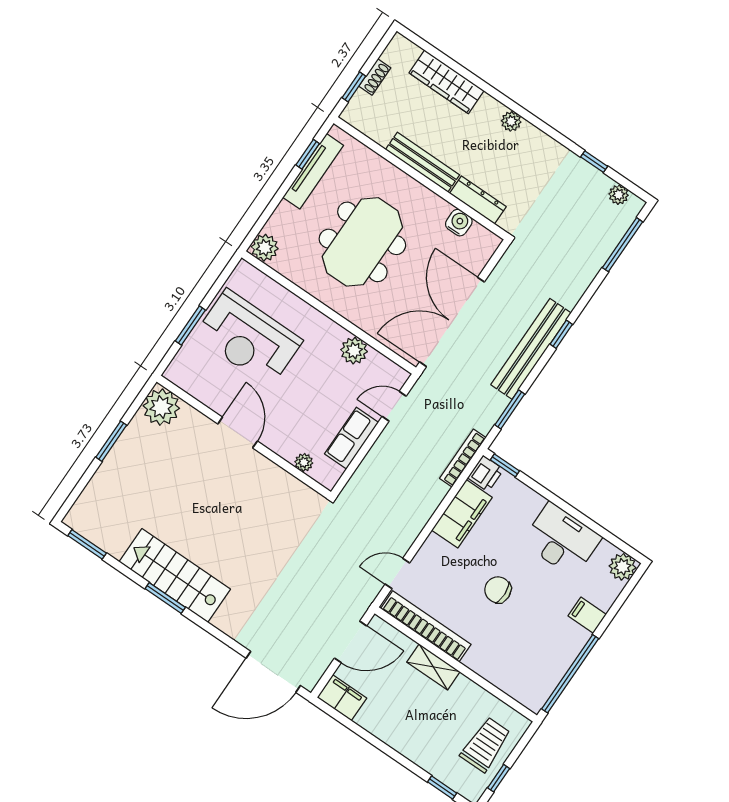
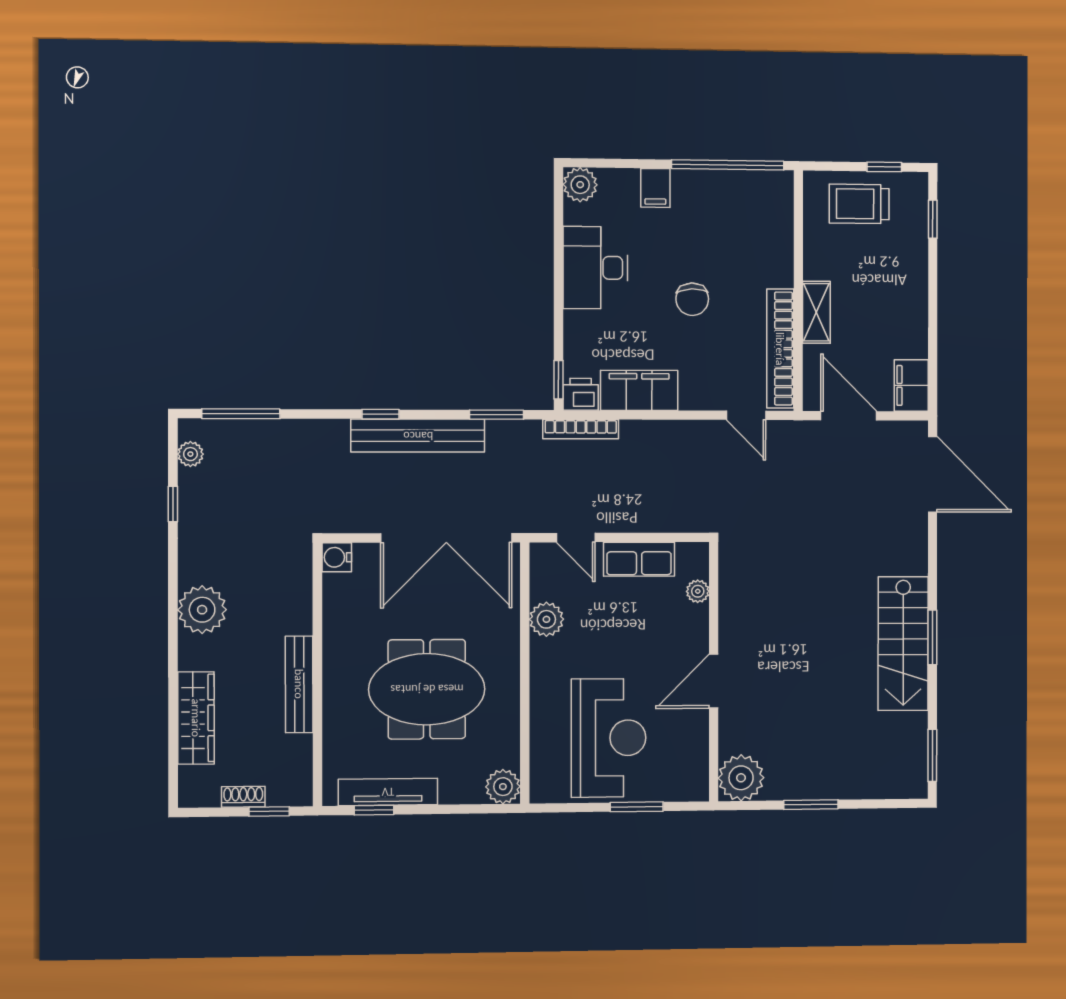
plant: (511, 121) -> (202, 610), width x1.88, depth x1.88
dresser: (478, 200) -> (299, 599), removed
water cooler: (459, 223) -> (337, 557), moved

